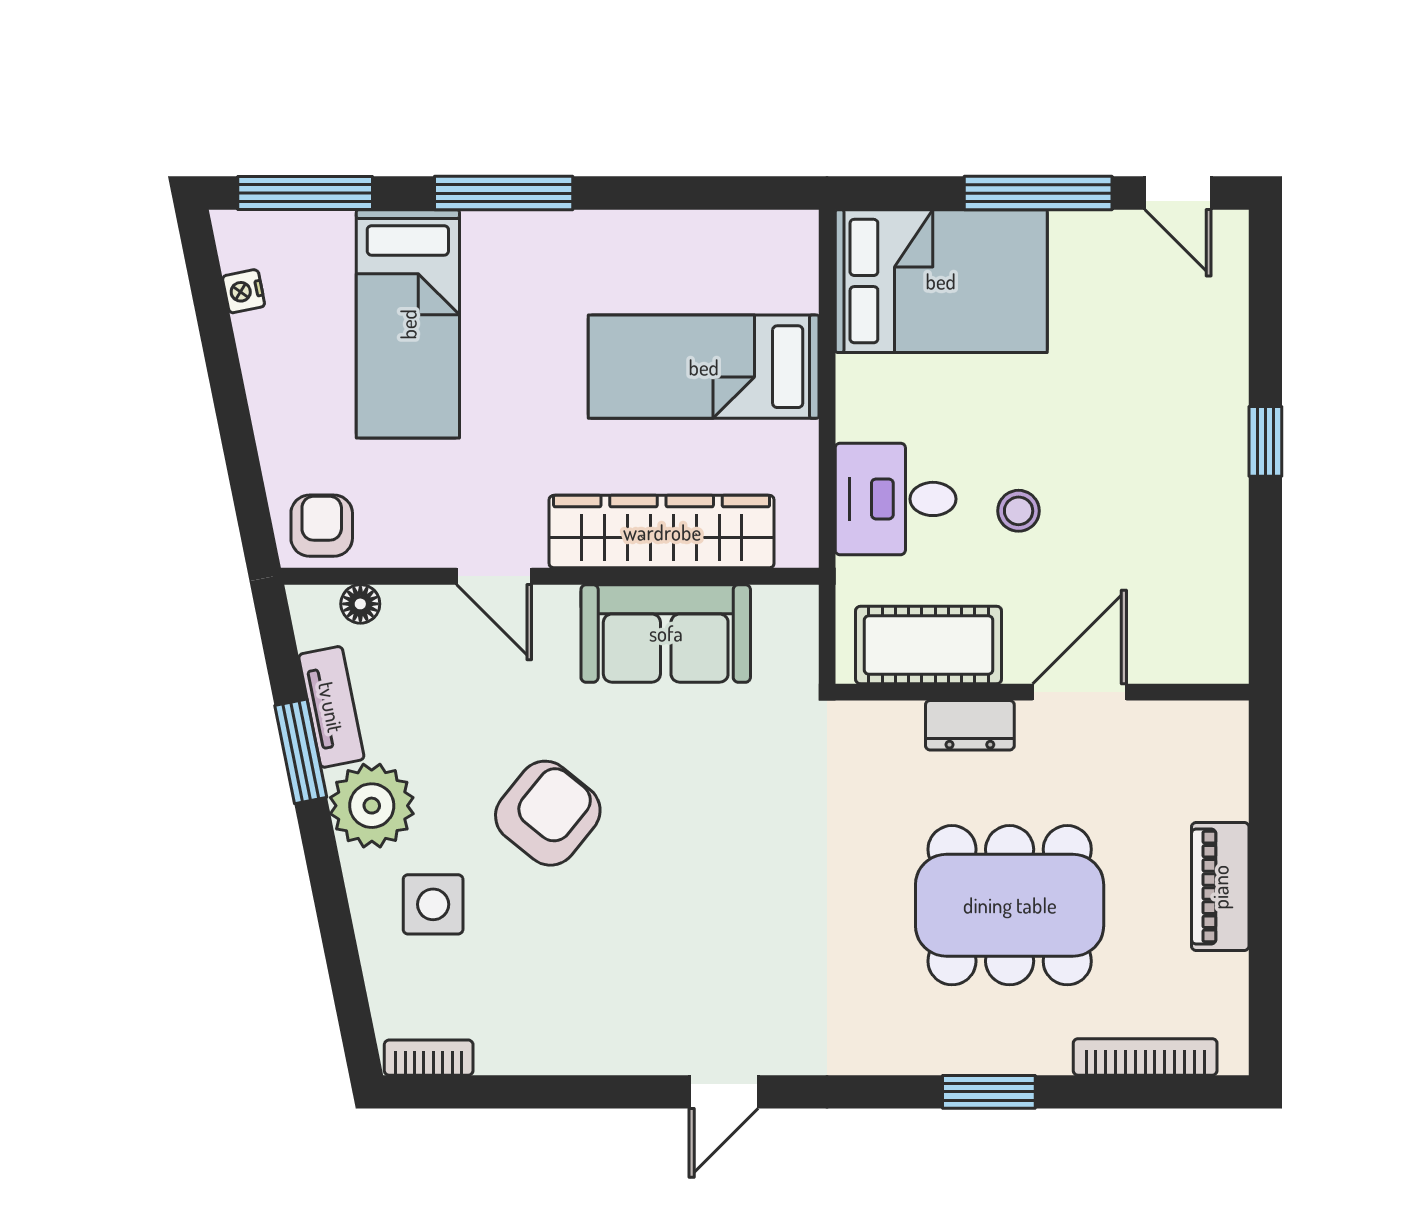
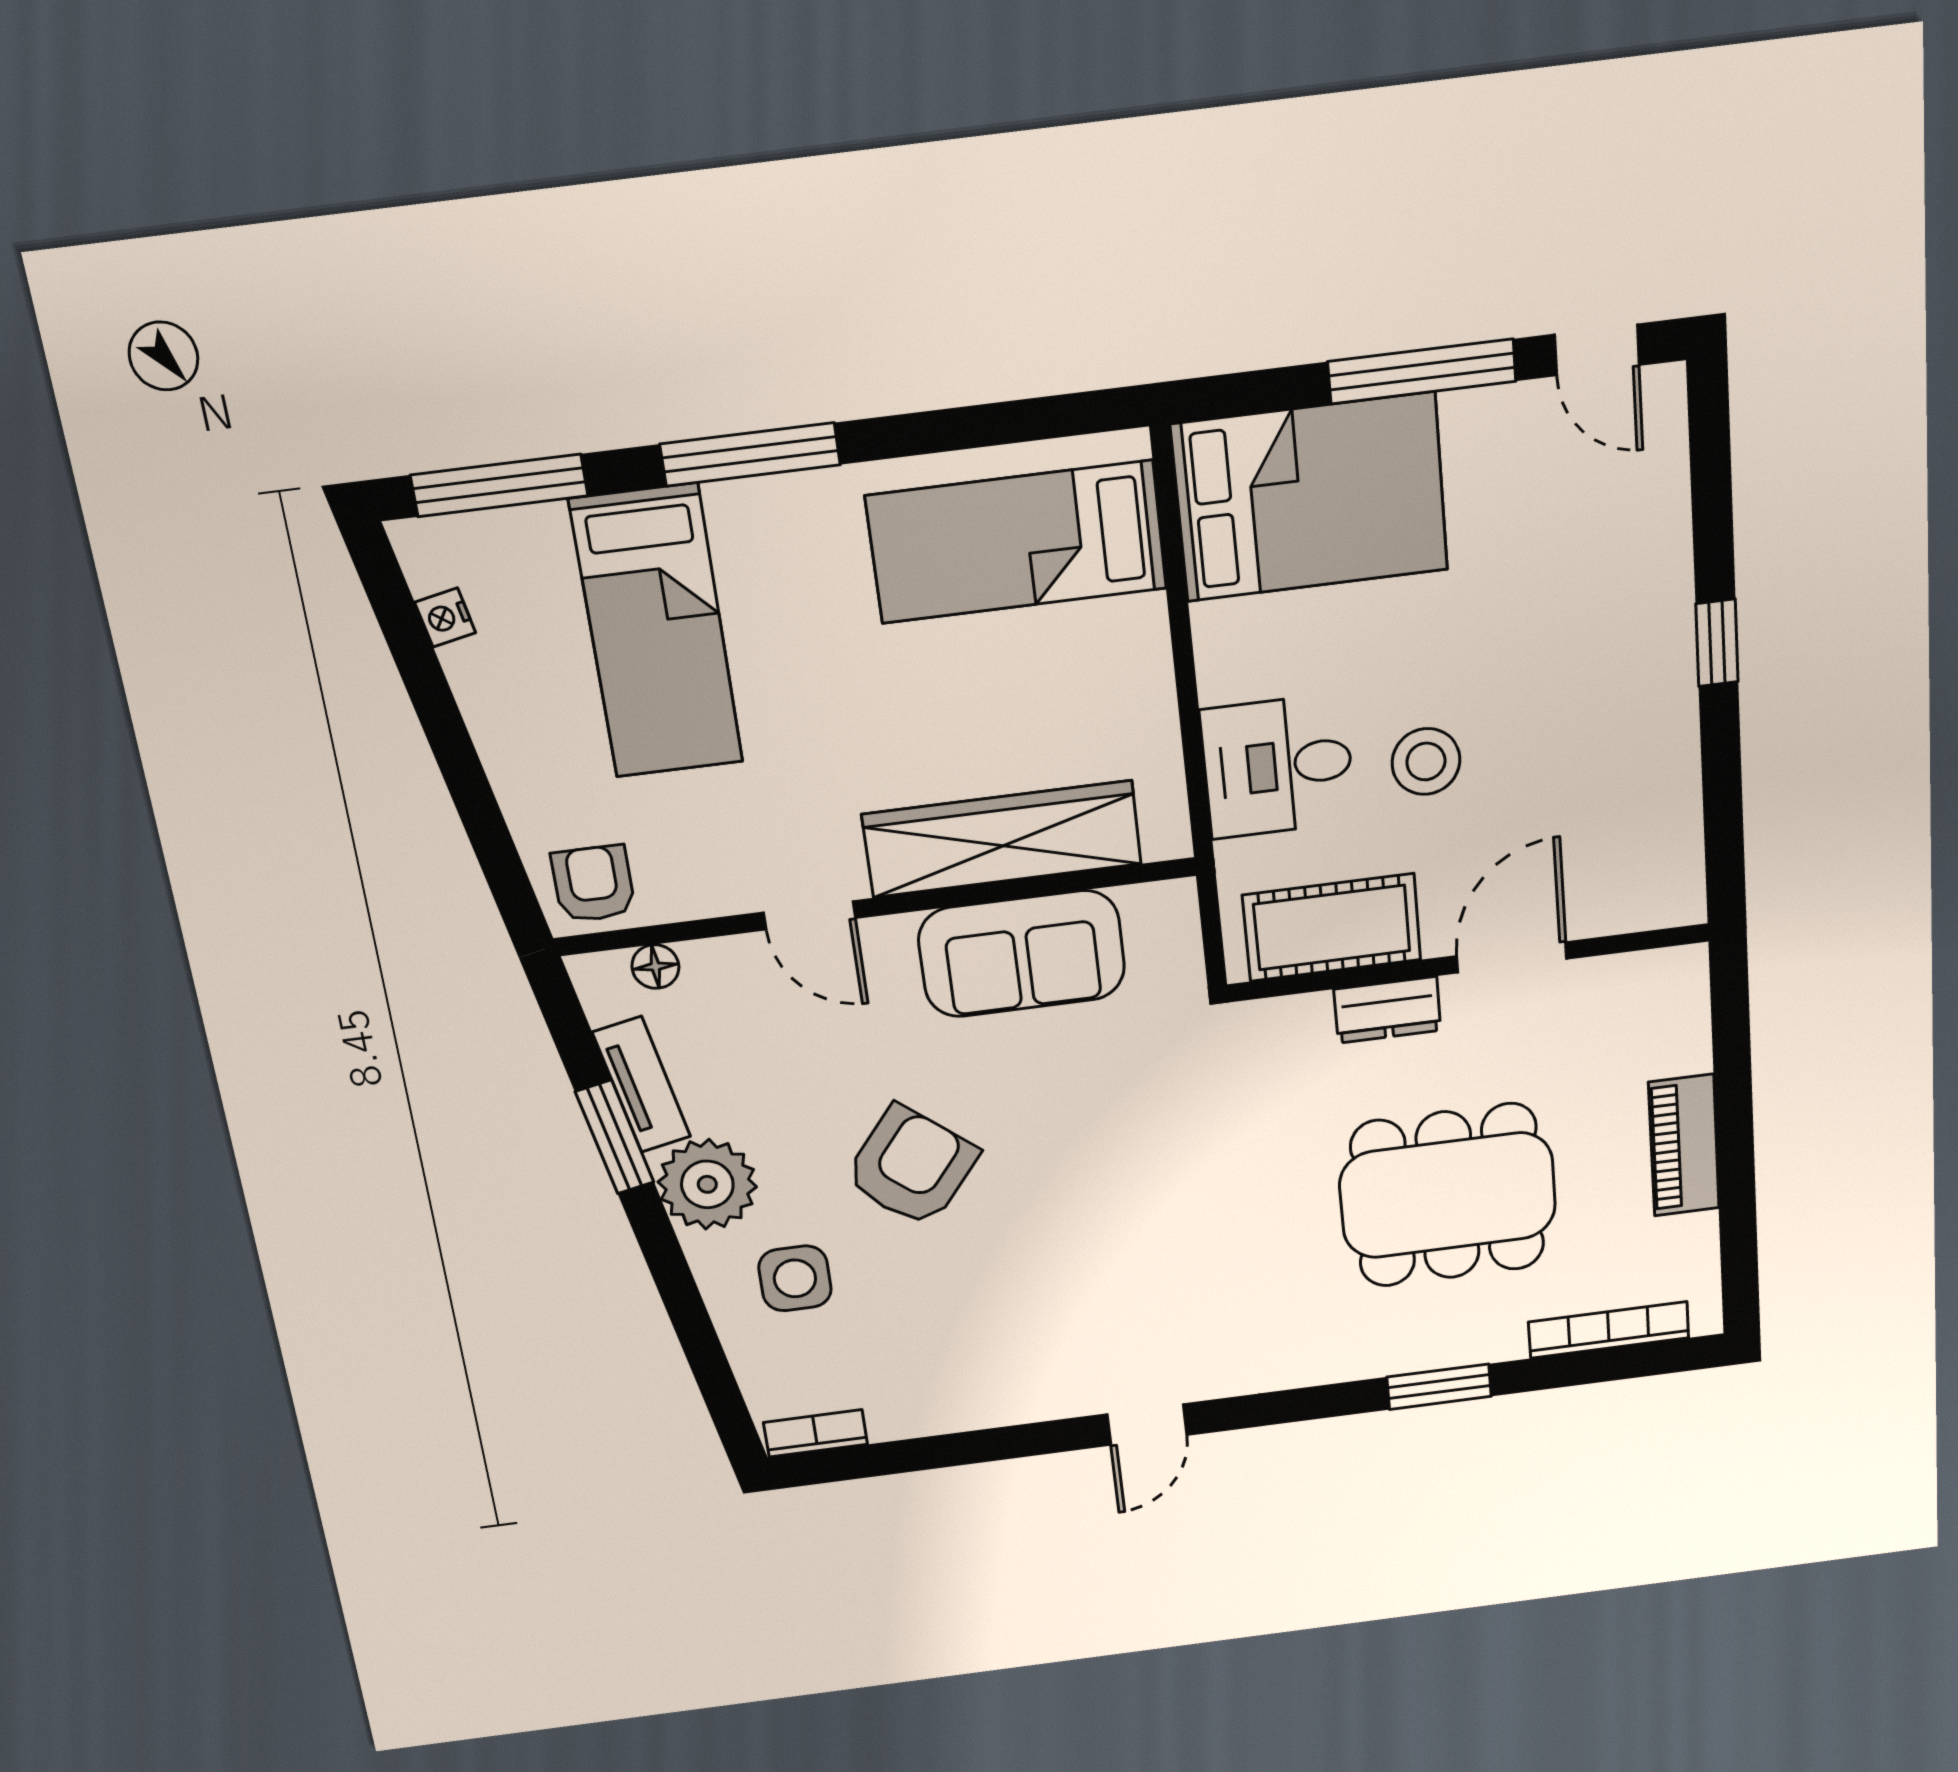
bed: (704, 367) -> (1017, 542), moved
stool: (1019, 511) -> (1426, 761), width x1.37, depth x1.37

